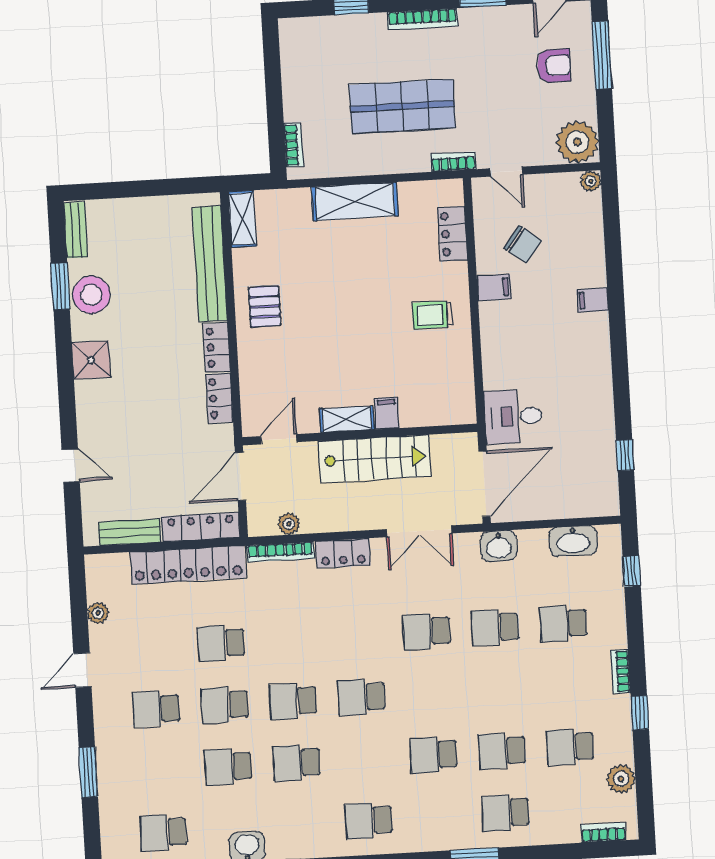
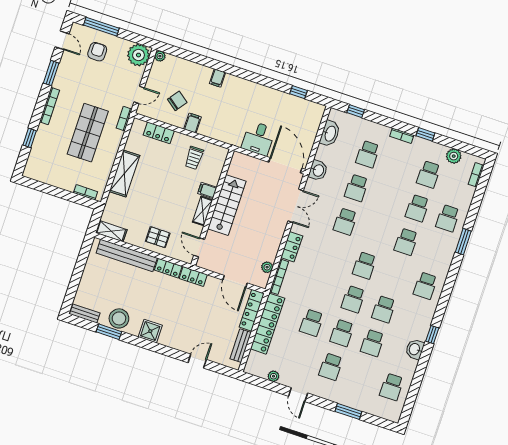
filing cabinet: (387, 413) -> (207, 190), moved
shelving: (347, 419) -> (203, 211), moved
wall: (360, 435) -> (212, 207), moved
door: (279, 439) -> (199, 247), moved
stairs: (375, 459) -> (227, 205), moved

